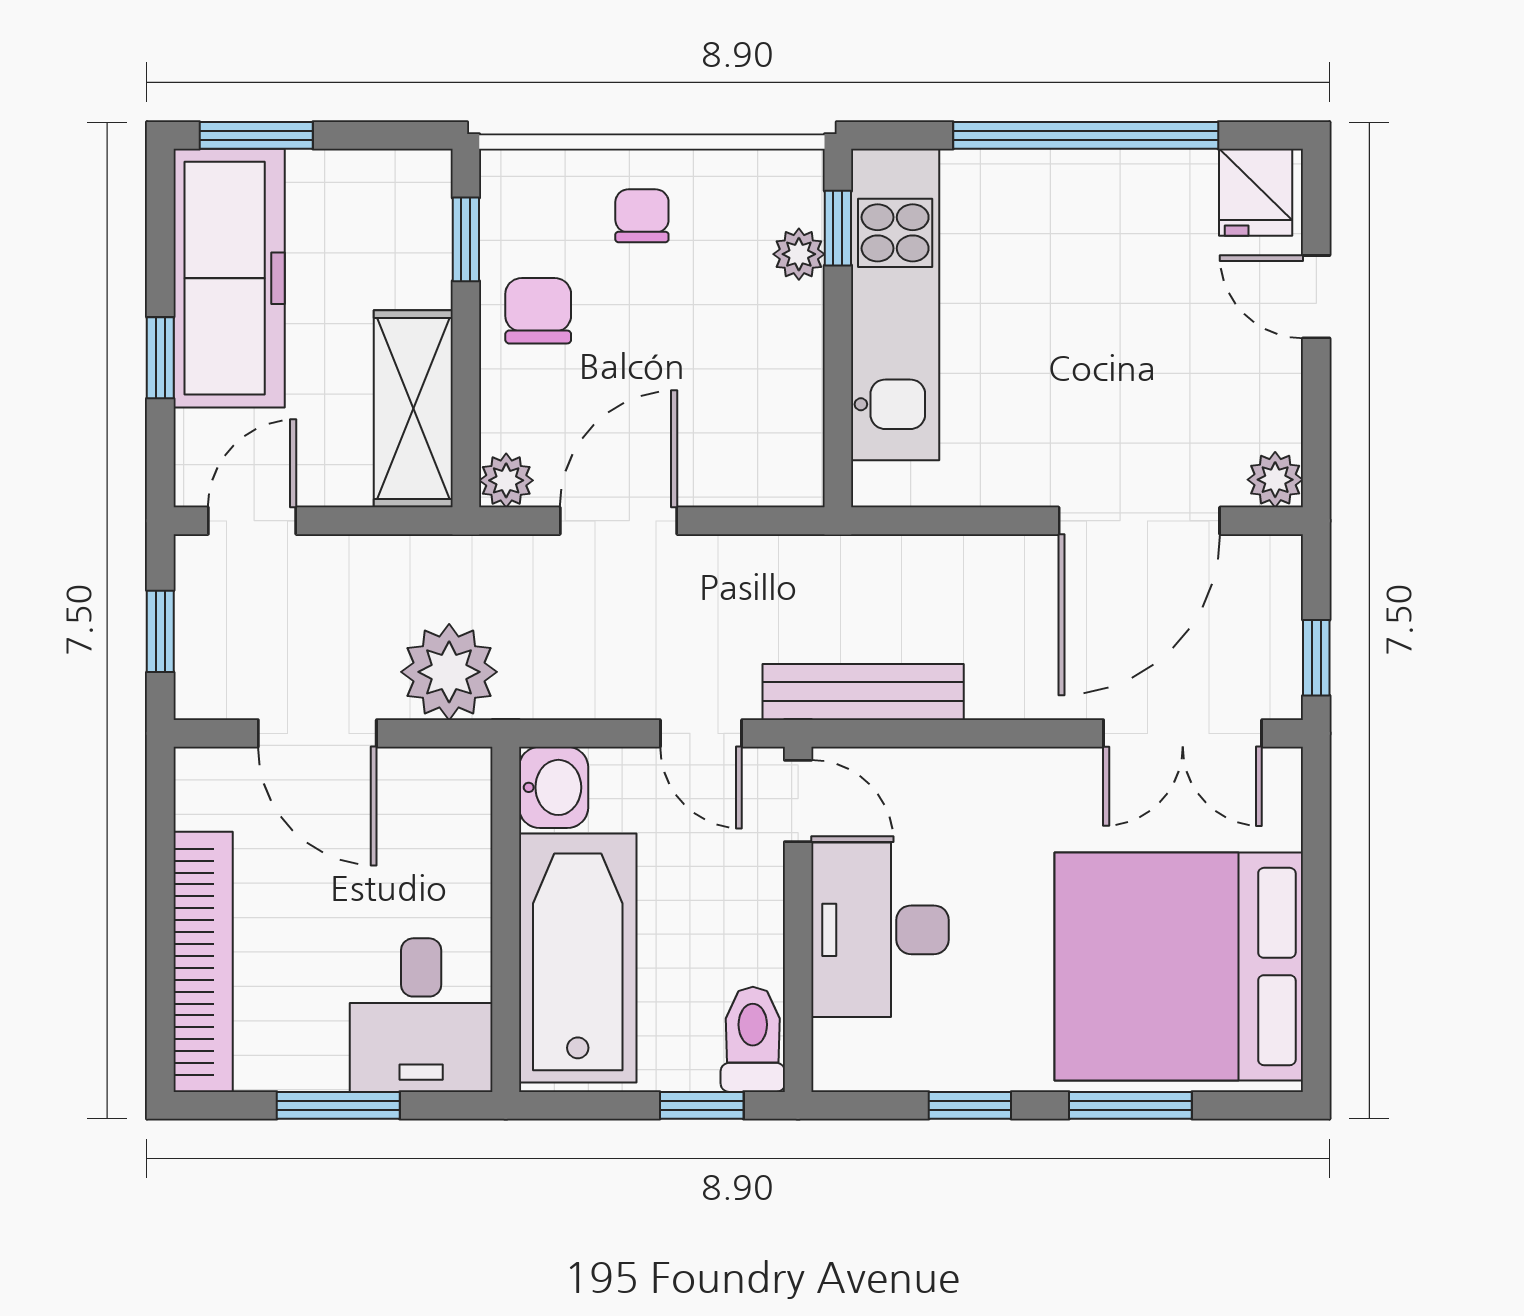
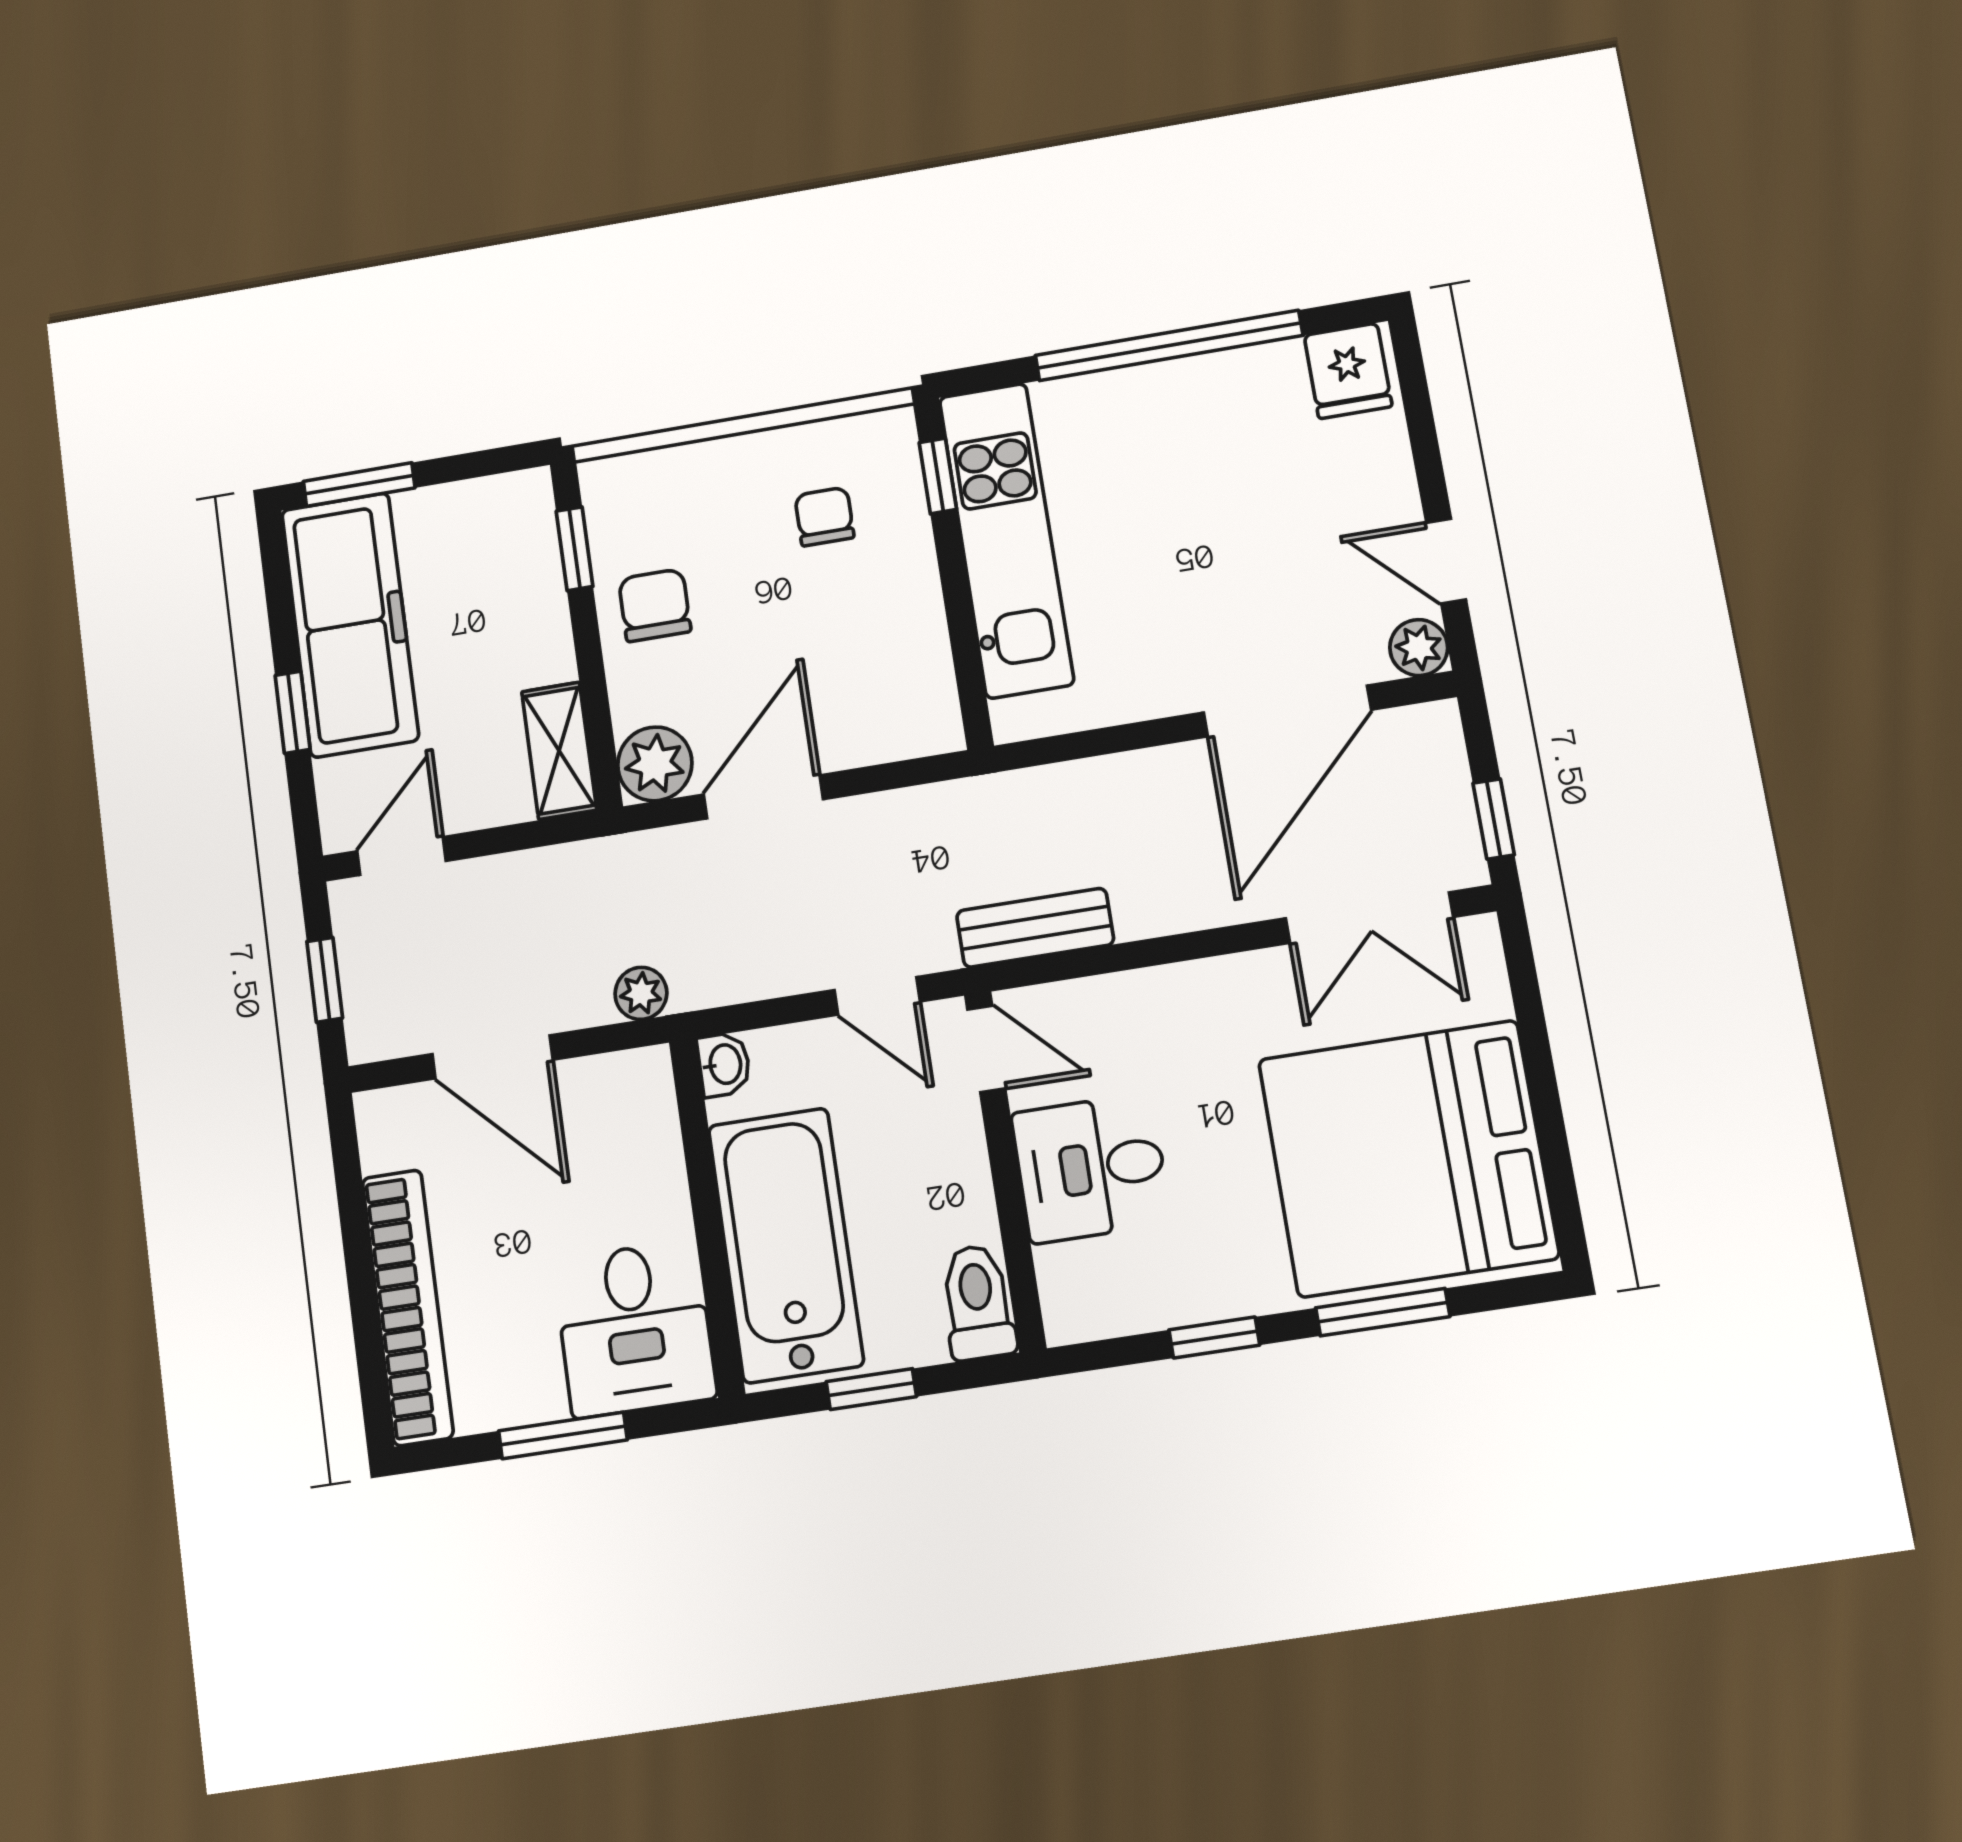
chair: (642, 216) -> (824, 517), moved
plant: (799, 254) -> (903, 508), removed
door: (1316, 297) -> (1446, 561), moved
shelving: (413, 409) -> (559, 751), width x0.67, depth x0.75
plant: (506, 480) -> (655, 764), width x1.38, depth x1.38
plant: (449, 672) -> (641, 993), width x0.53, depth x0.53
bench: (863, 692) -> (1035, 928), width x0.73
washbasin: (554, 787) -> (724, 1064), width x0.72, depth x0.69
desk: (880, 930) -> (1091, 1168), width x0.73
window: (702, 1105) -> (871, 1389), moved

